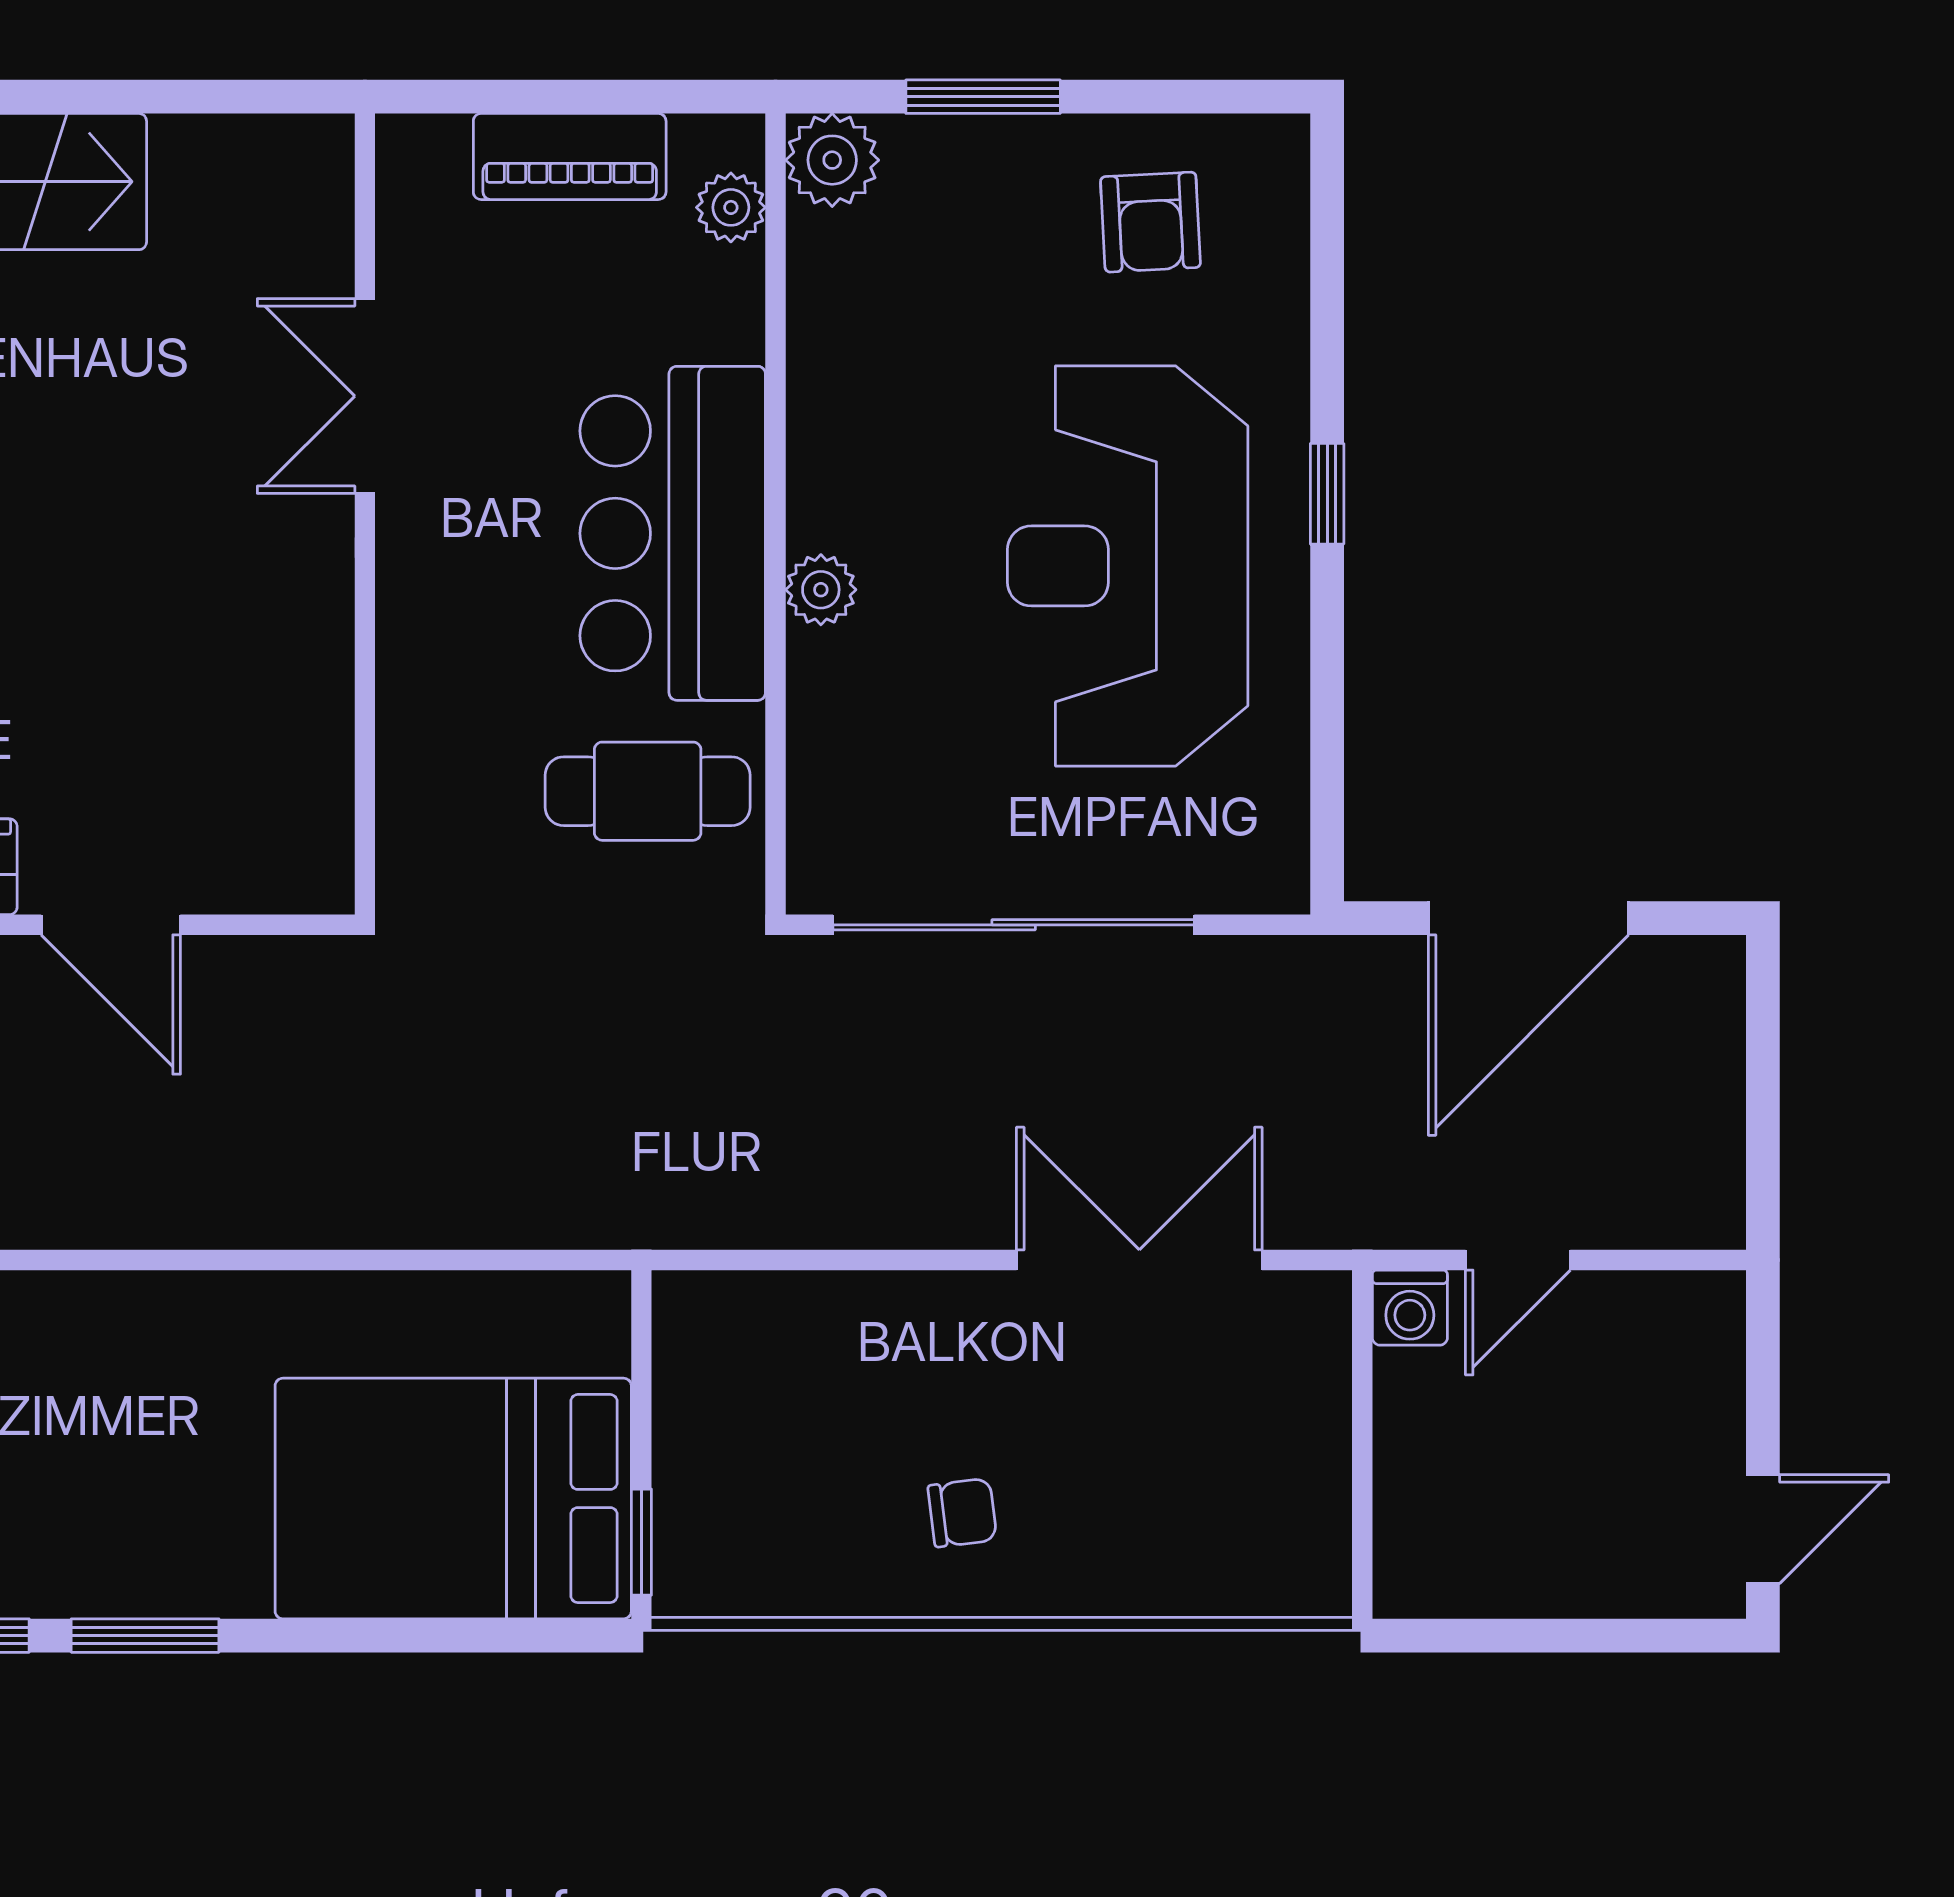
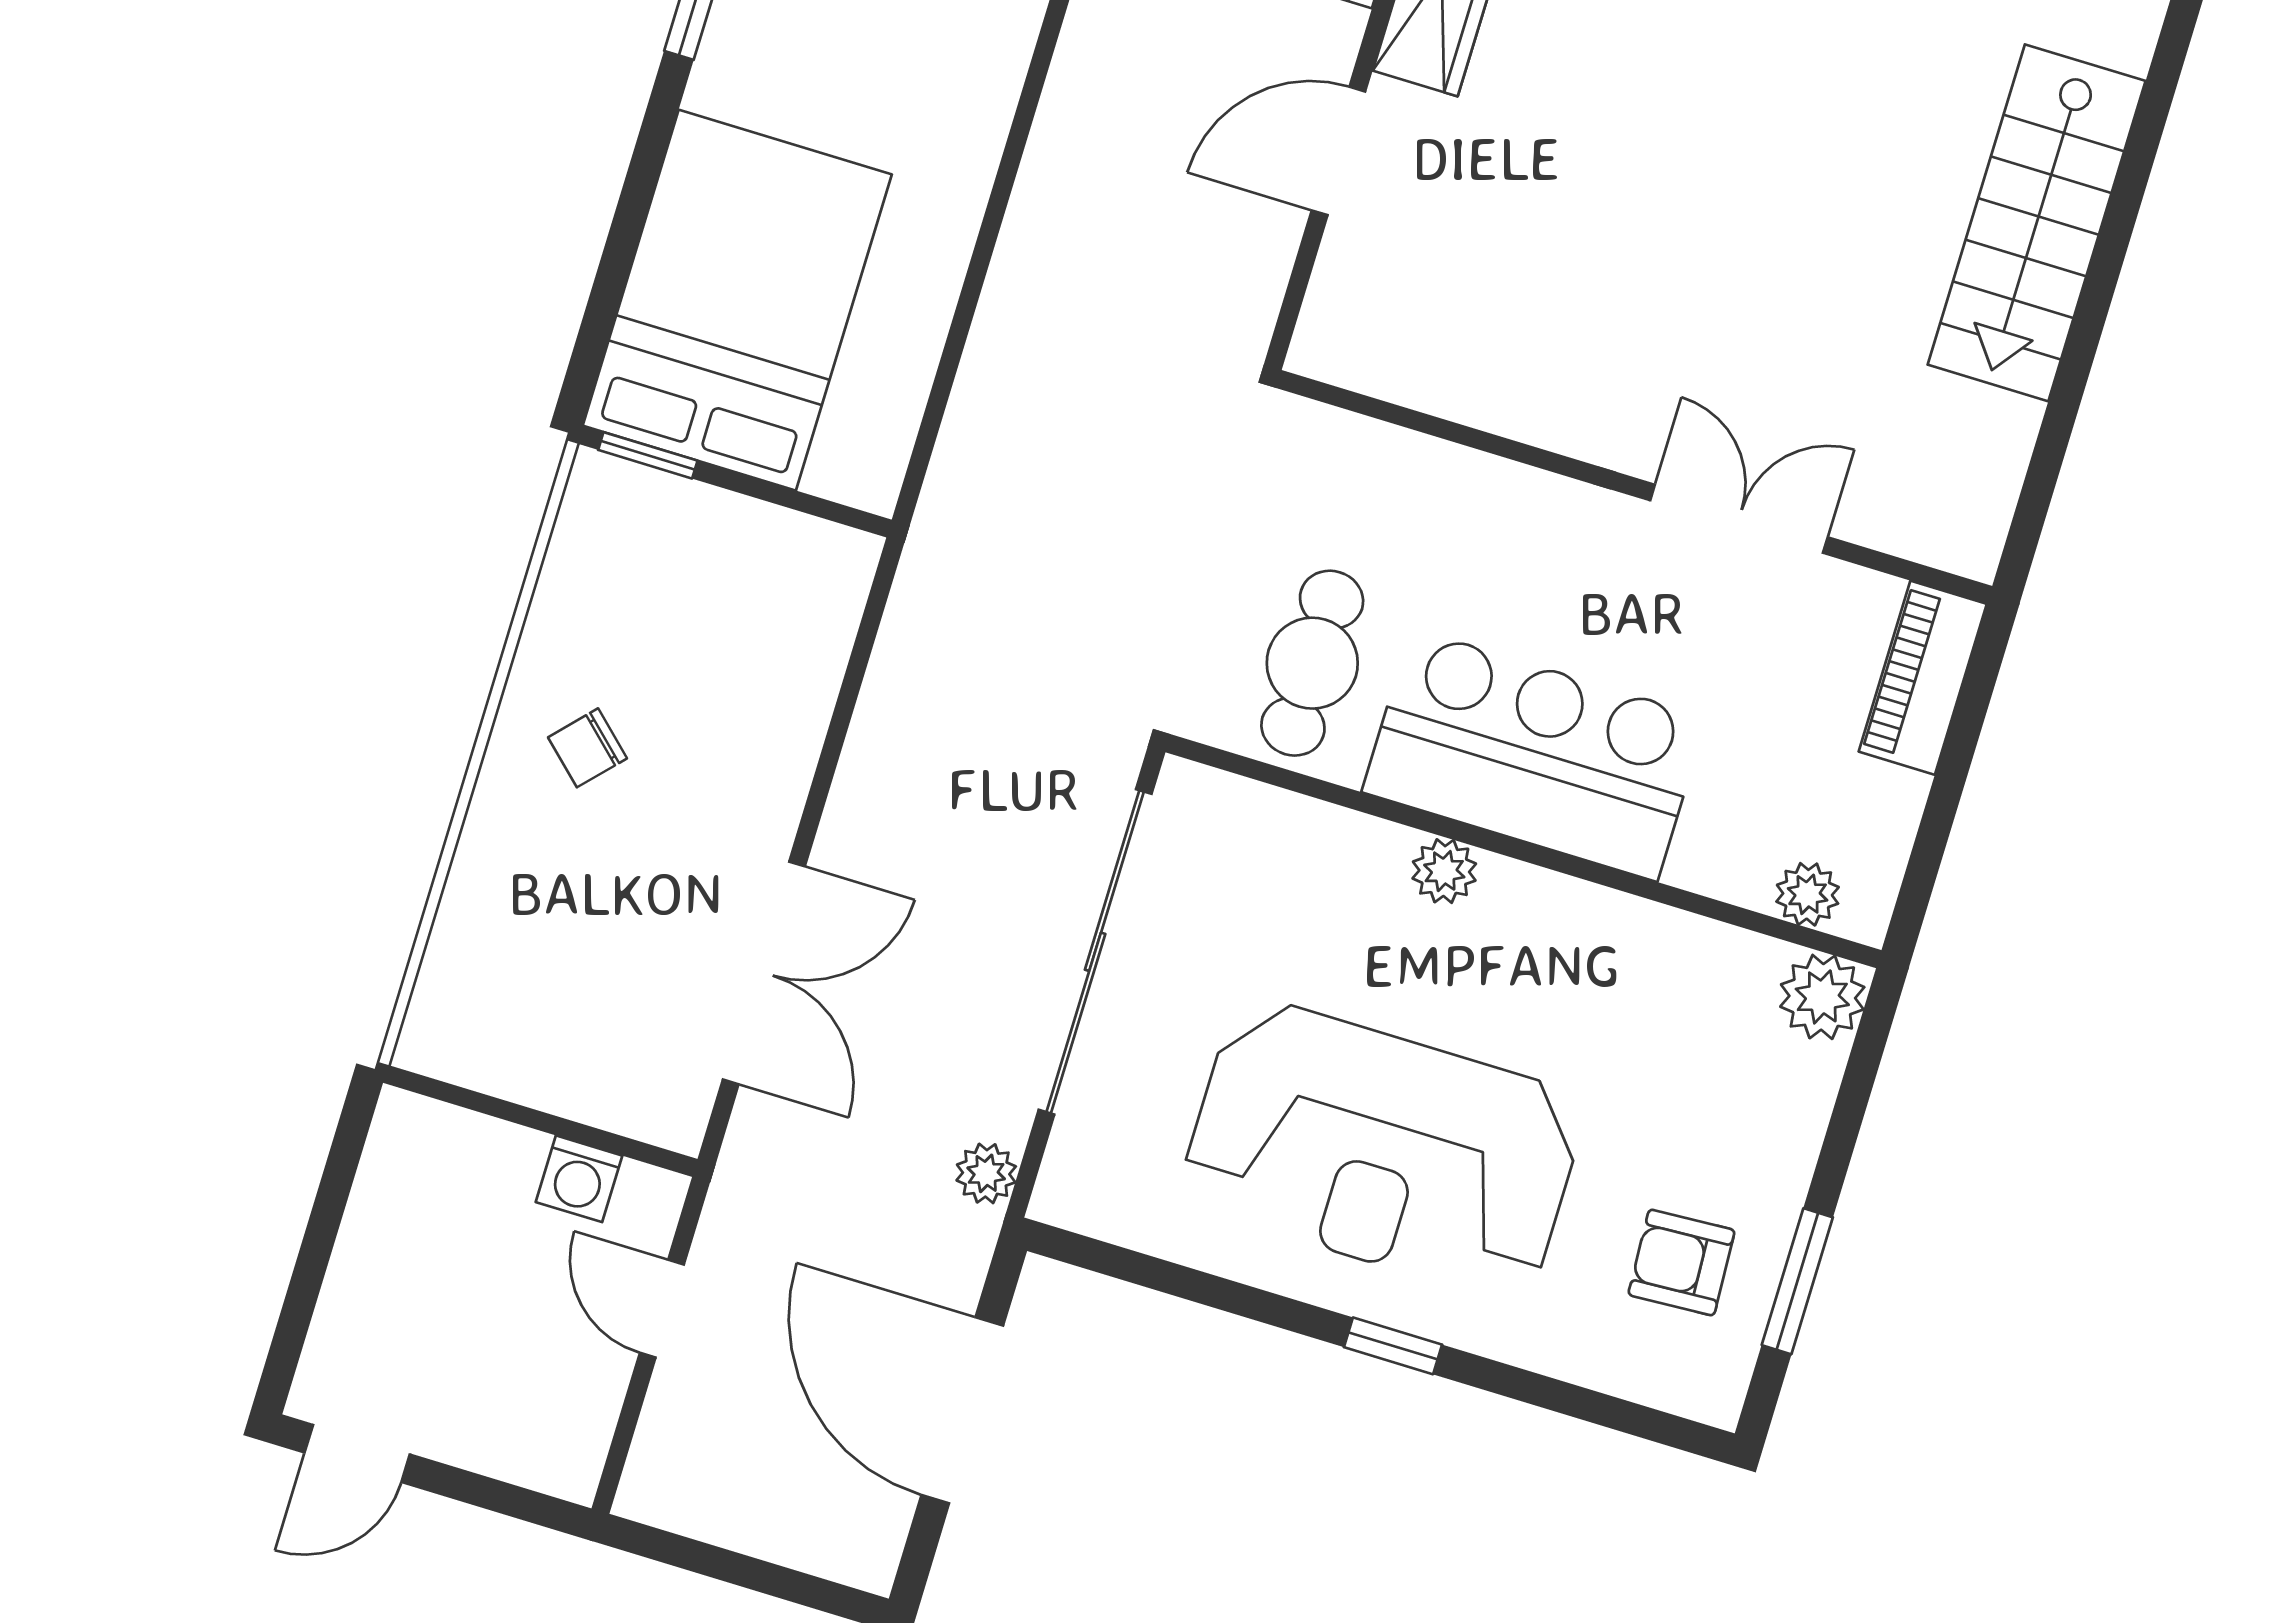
window: (983, 97) -> (1797, 1281), moved
piano: (570, 157) -> (1923, 678), moved
reception desk: (1128, 566) -> (1383, 1150), turned 180
plant: (1277, 968) -> (986, 1173), added
washing machine: (1410, 1308) -> (579, 1179), moved, turned -90
chair: (962, 1513) -> (587, 748), turned 50
door: (1763, 1529) -> (357, 1453), hinge flipped

